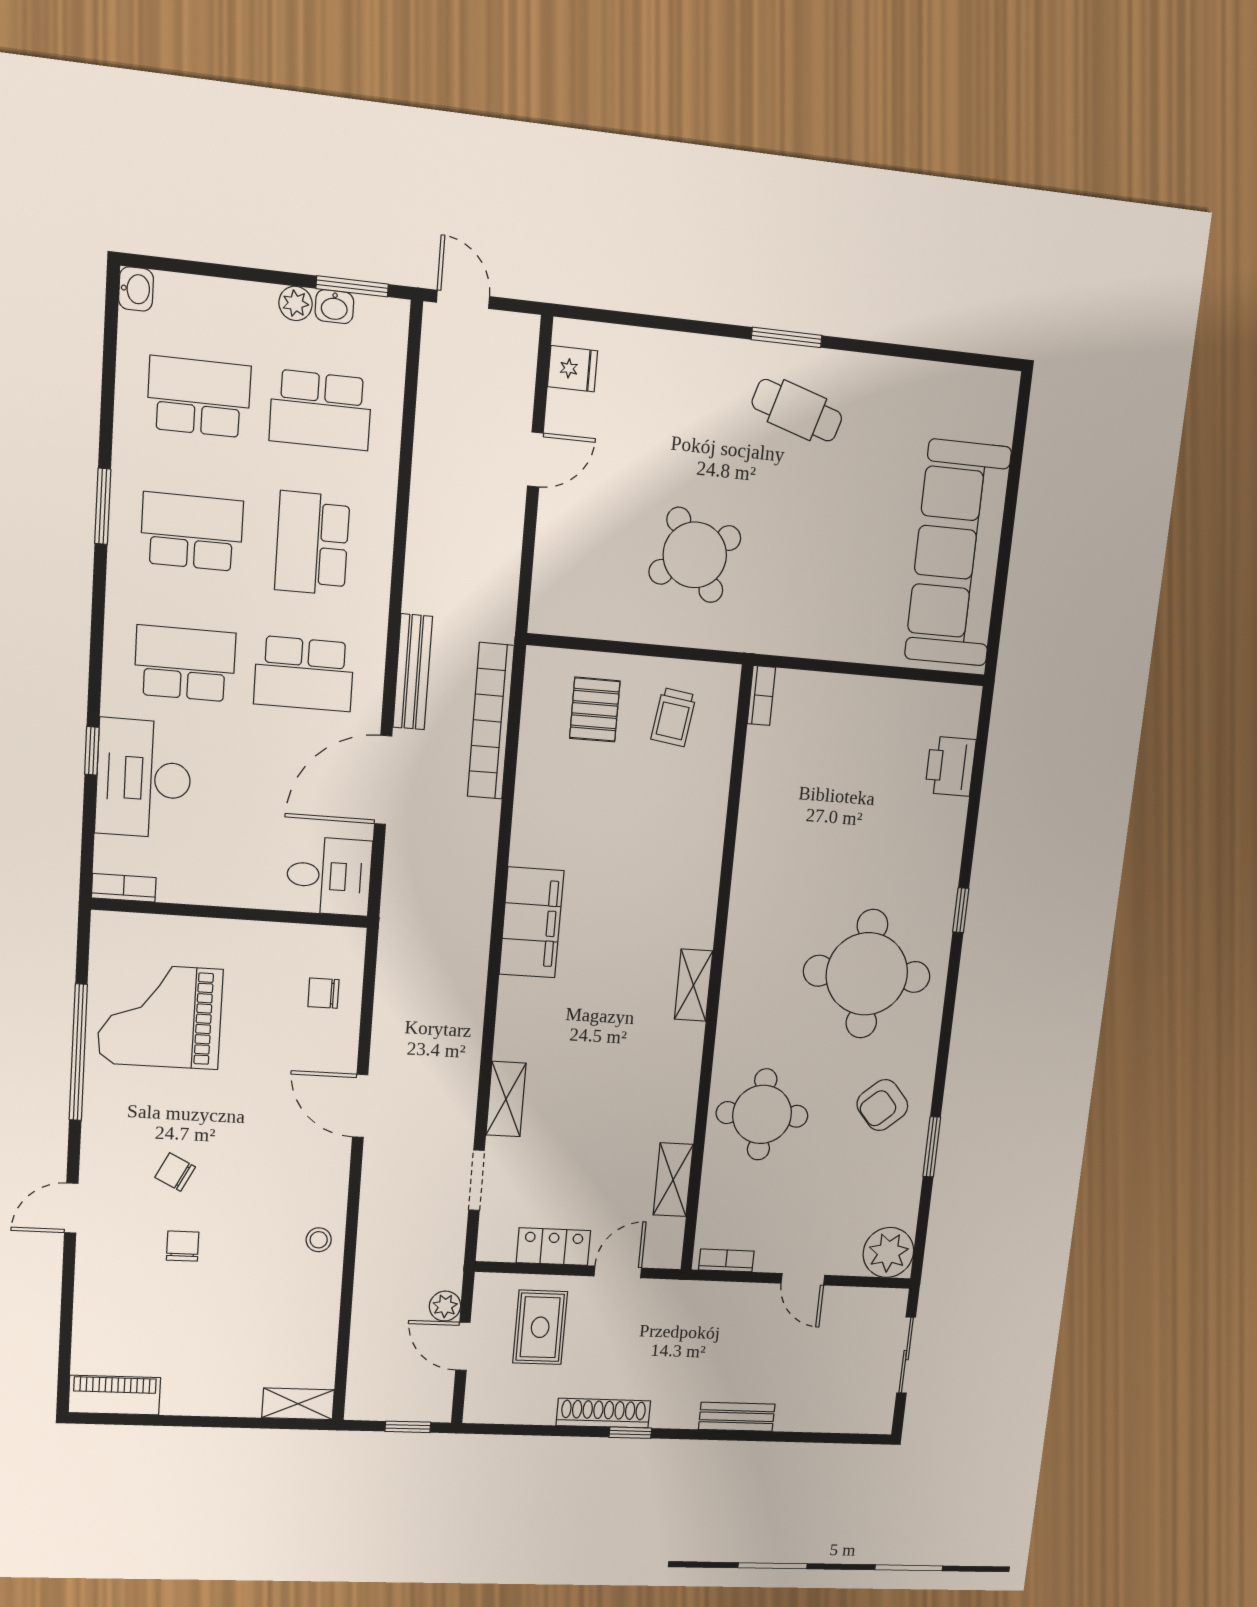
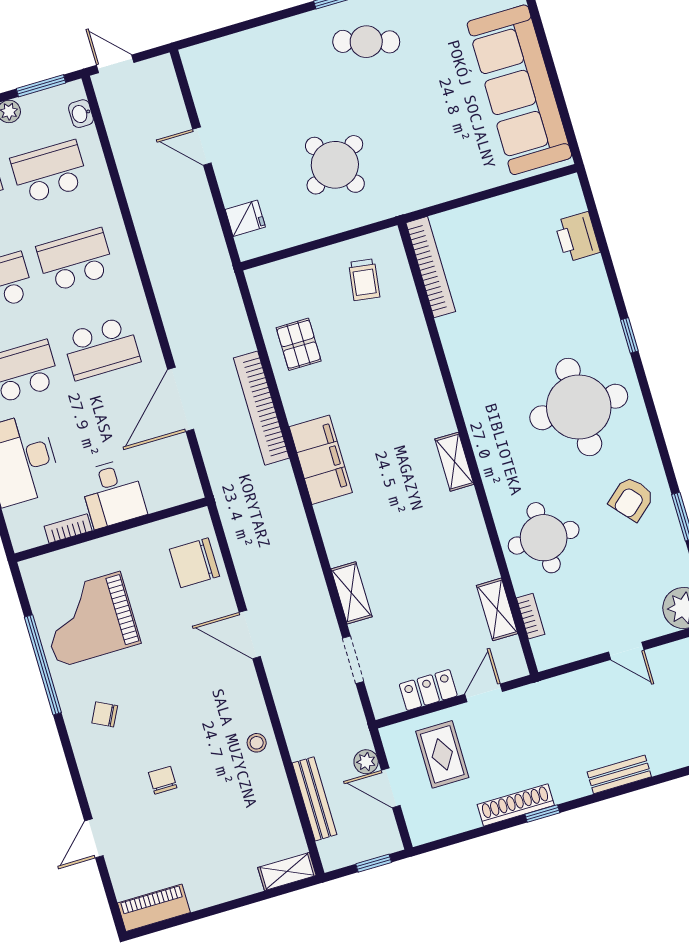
washbasin: (334, 307) -> (81, 114), moved, turned 90
fridge: (573, 369) -> (245, 218), moved
school desk: (321, 410) -> (49, 172), turned 180
door: (535, 460) -> (202, 146), swing flipped
school desk: (312, 543) -> (75, 260), turned 90
bench: (413, 672) -> (315, 799), moved
bookcase: (761, 696) -> (431, 267), width x2.31, depth x1.31
pallet: (595, 710) -> (299, 344), moved
bookcase: (491, 721) -> (261, 408), moved
desk: (329, 876) -> (113, 493), moved, turned 90
bookcase: (124, 888) -> (68, 528), moved
chair: (323, 993) -> (195, 563), width x1.87, depth x1.87
chair: (175, 1172) -> (105, 714), moved
door: (71, 1208) -> (94, 838), moved
bookcase: (726, 1260) -> (531, 616), moved, turned 90

